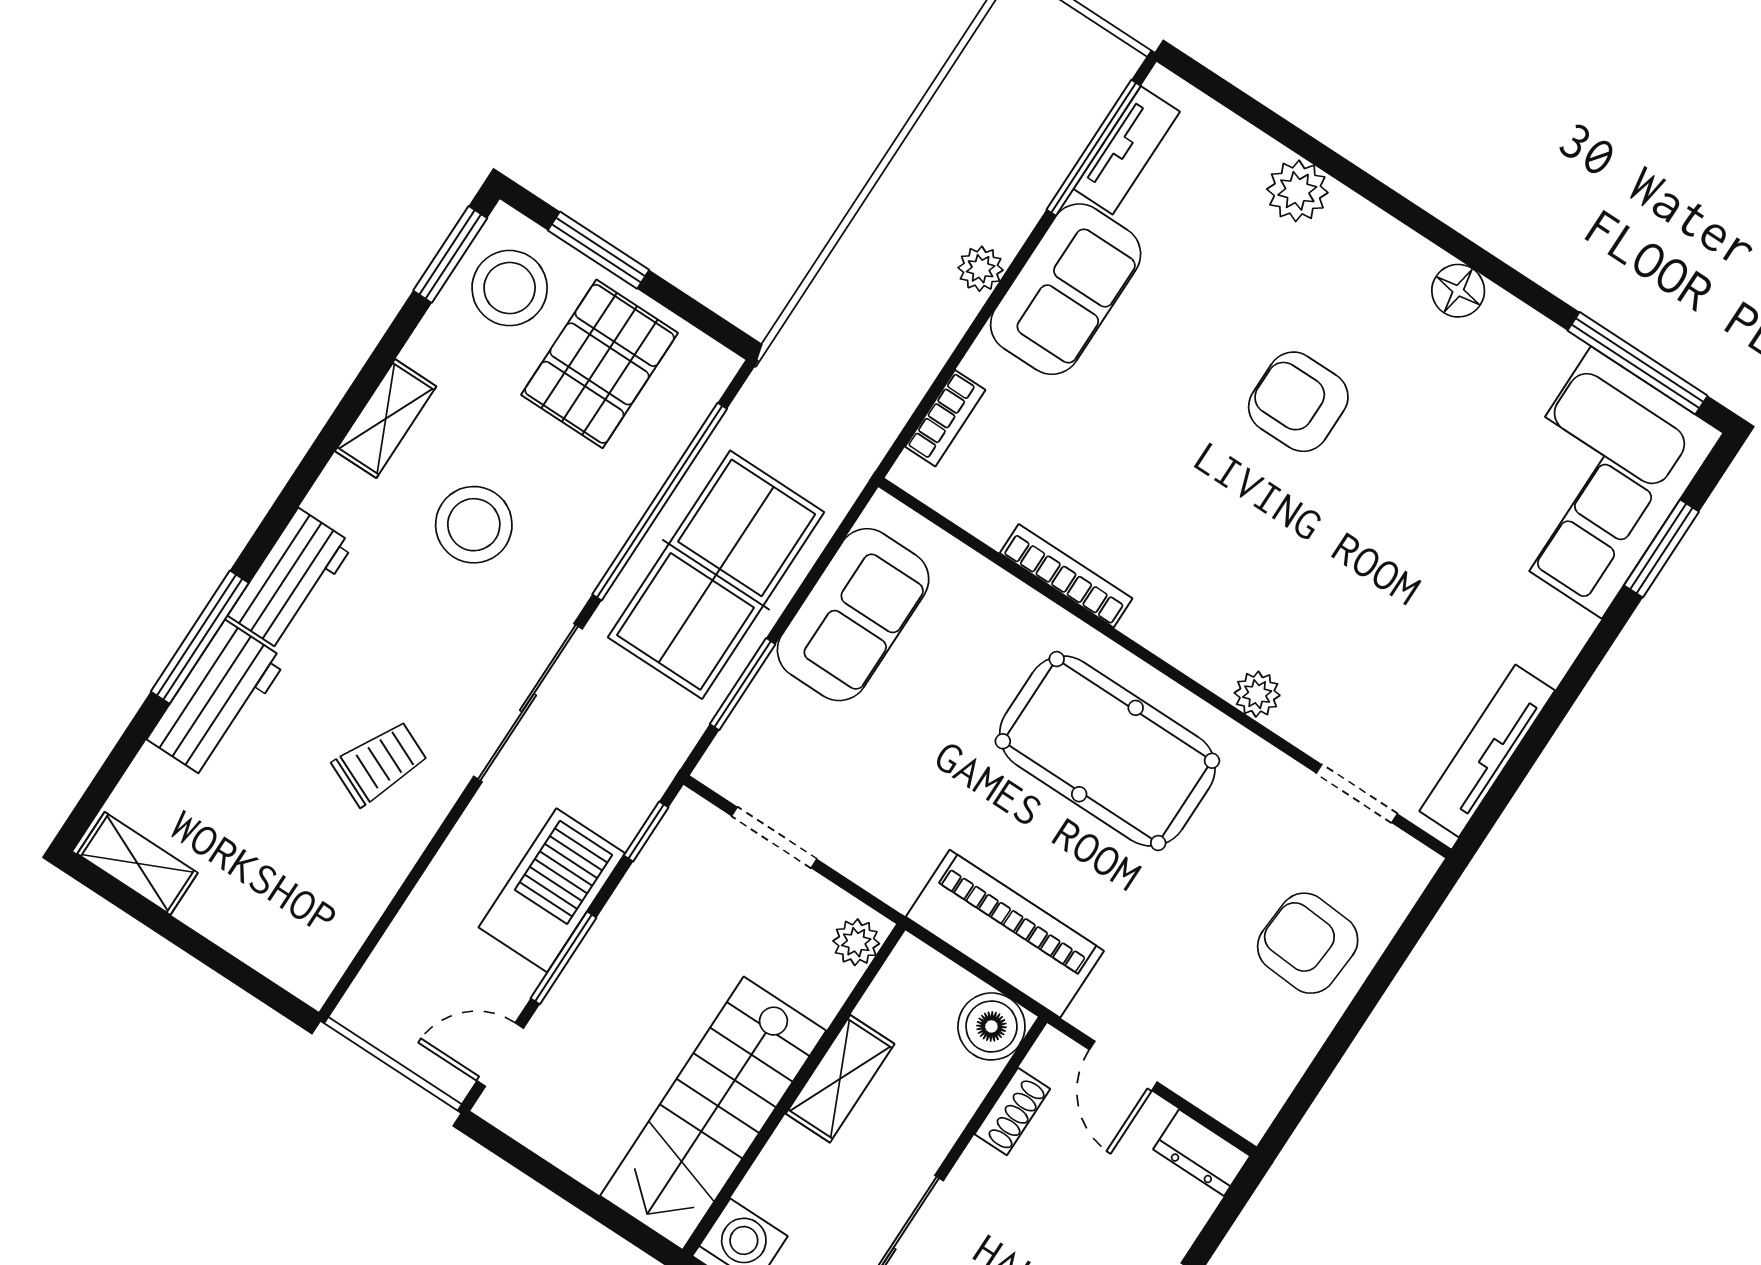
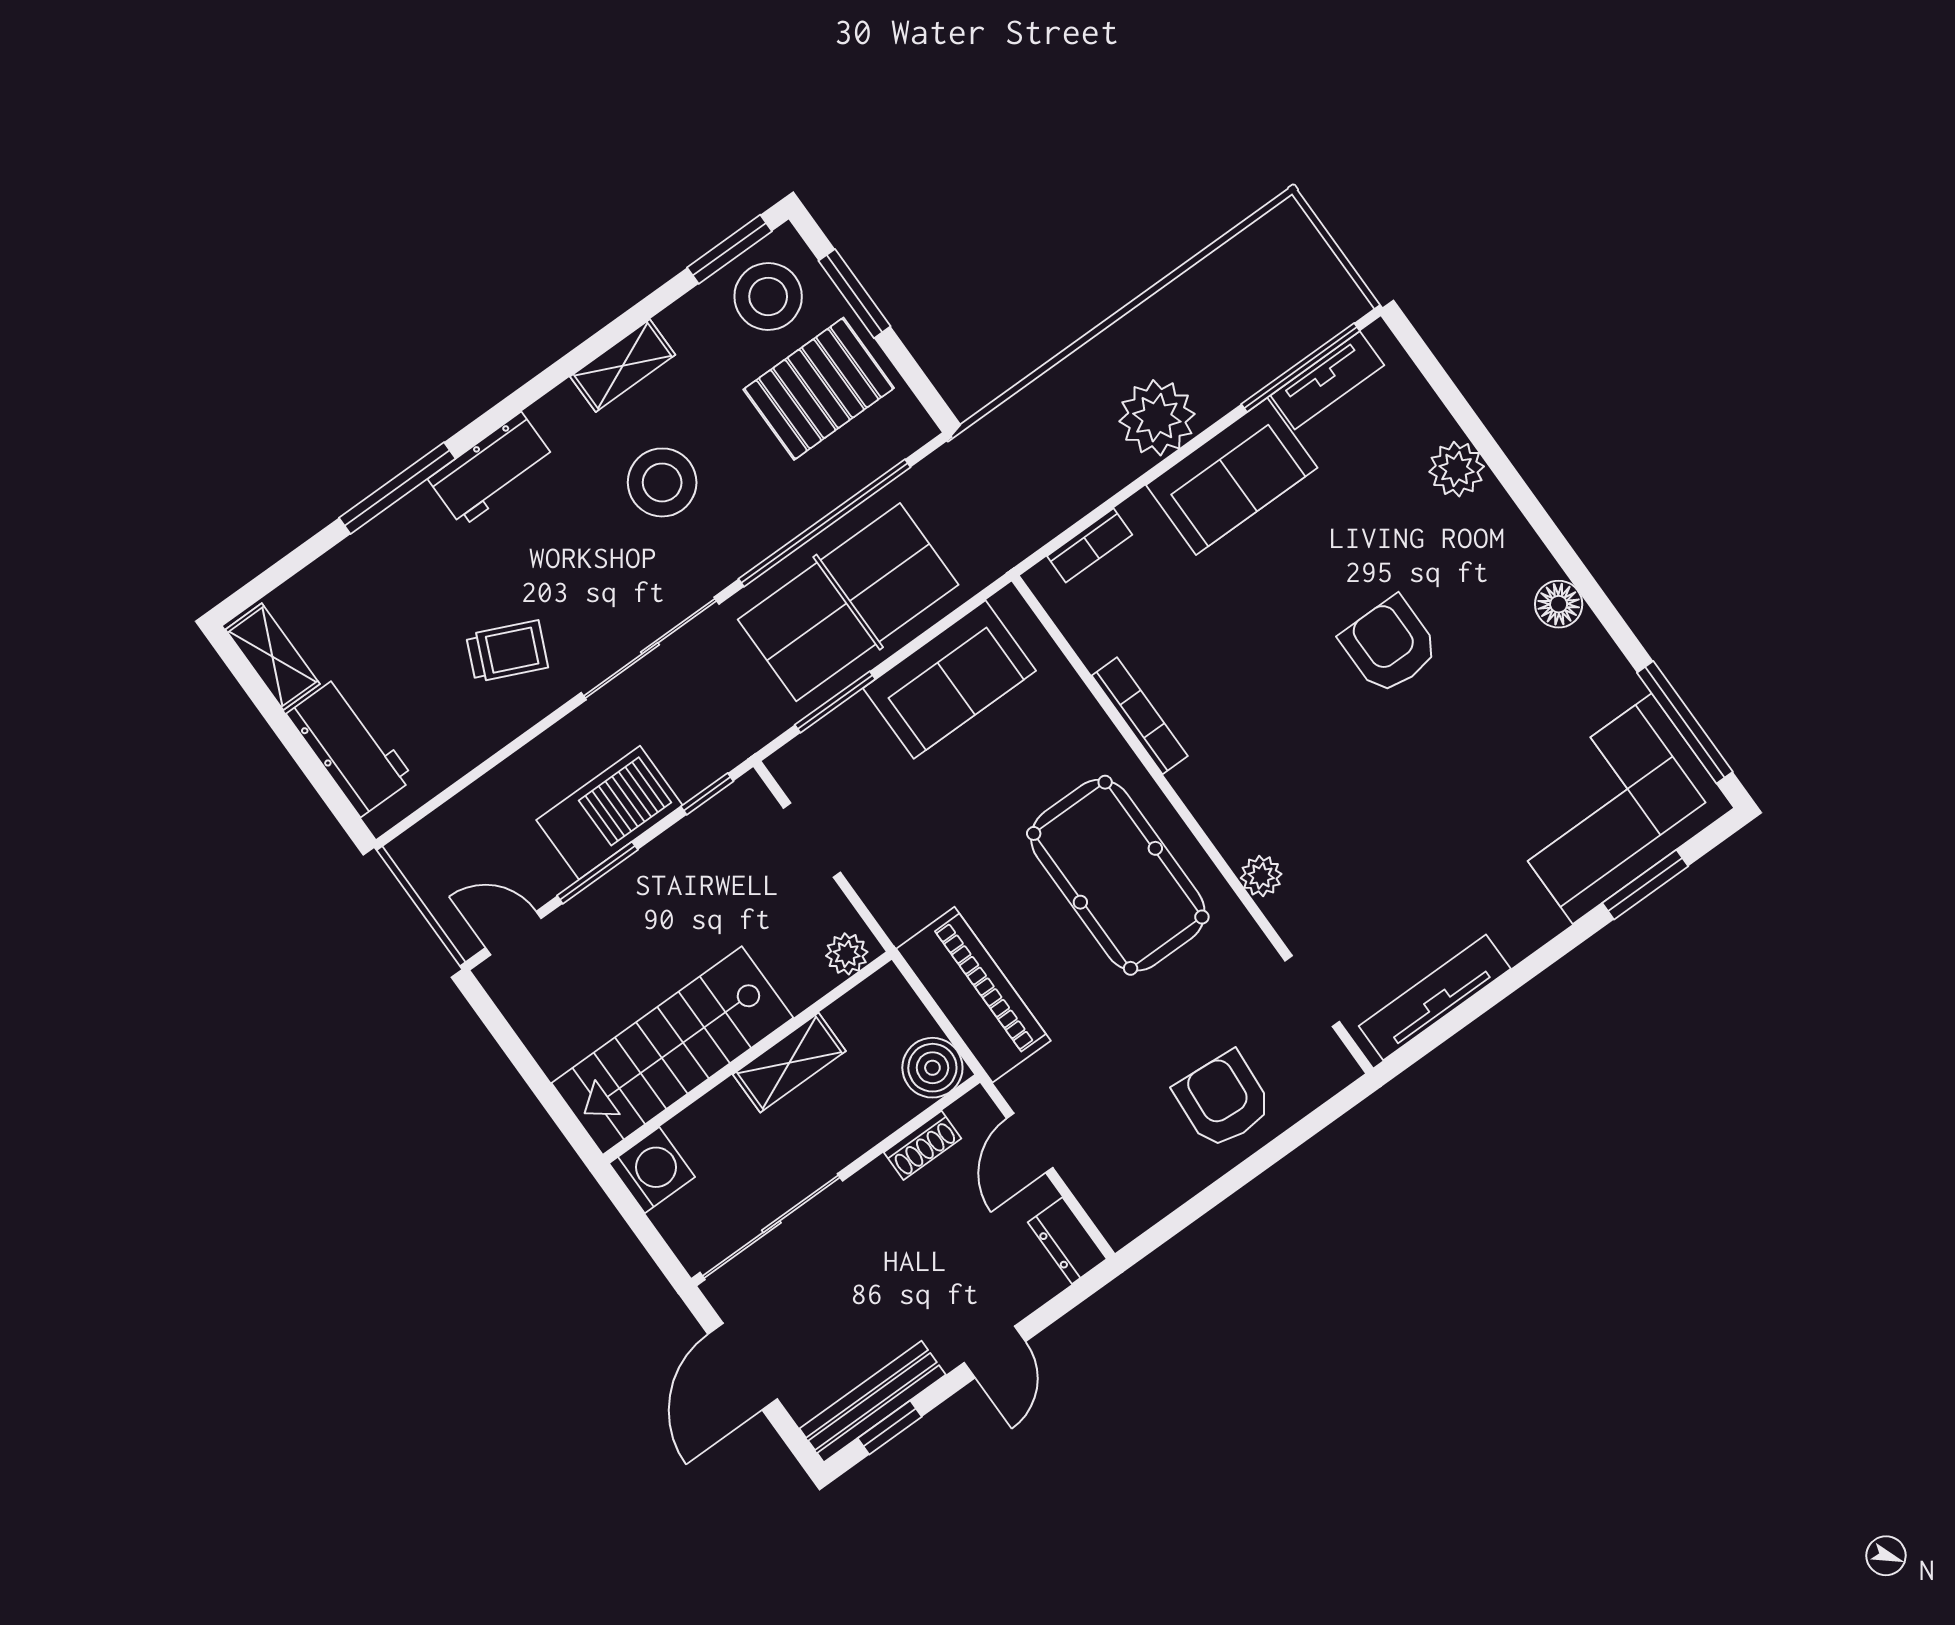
plant: (981, 269) -> (1157, 418), width x1.87, depth x1.87
workbench: (217, 700) -> (350, 746), moved, turned -90

